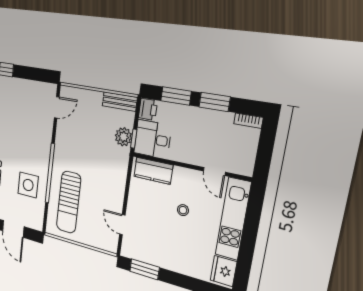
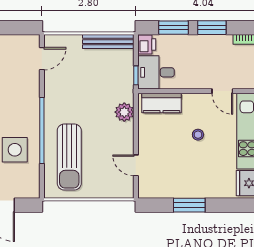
bench: (120, 101) -> (108, 42), width x1.36
plant: (123, 137) -> (124, 112), moved
window: (144, 269) -> (189, 205), moved

